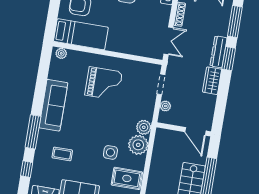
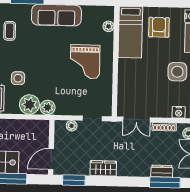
dresser: (218, 52) -> (162, 171), moved, width x0.70
plant: (61, 53) -> (108, 26), moved
window: (229, 59) -> (74, 180), moved

